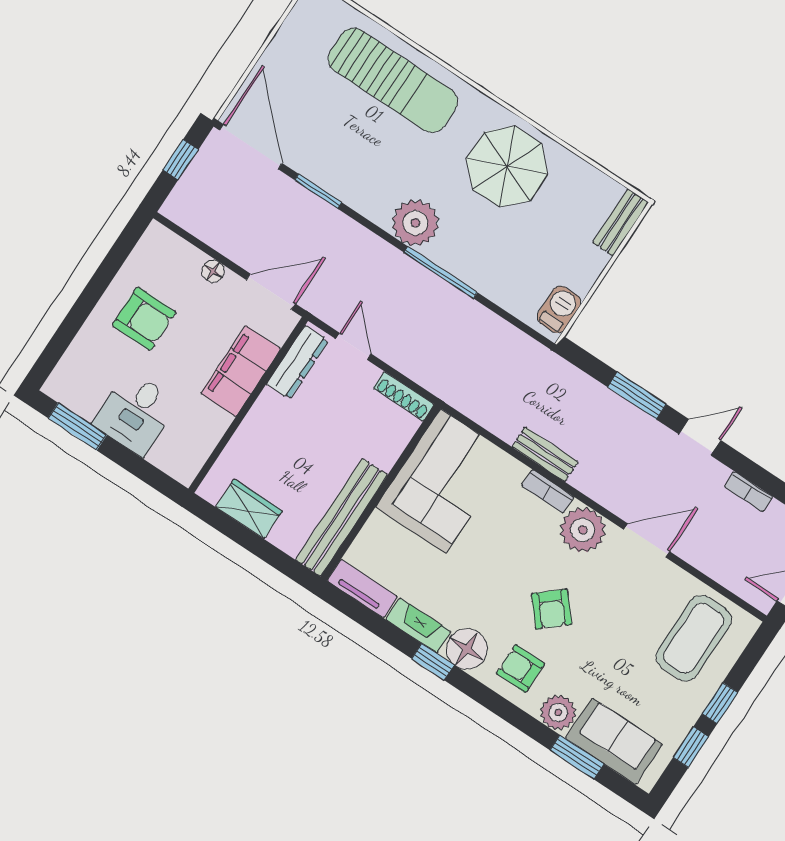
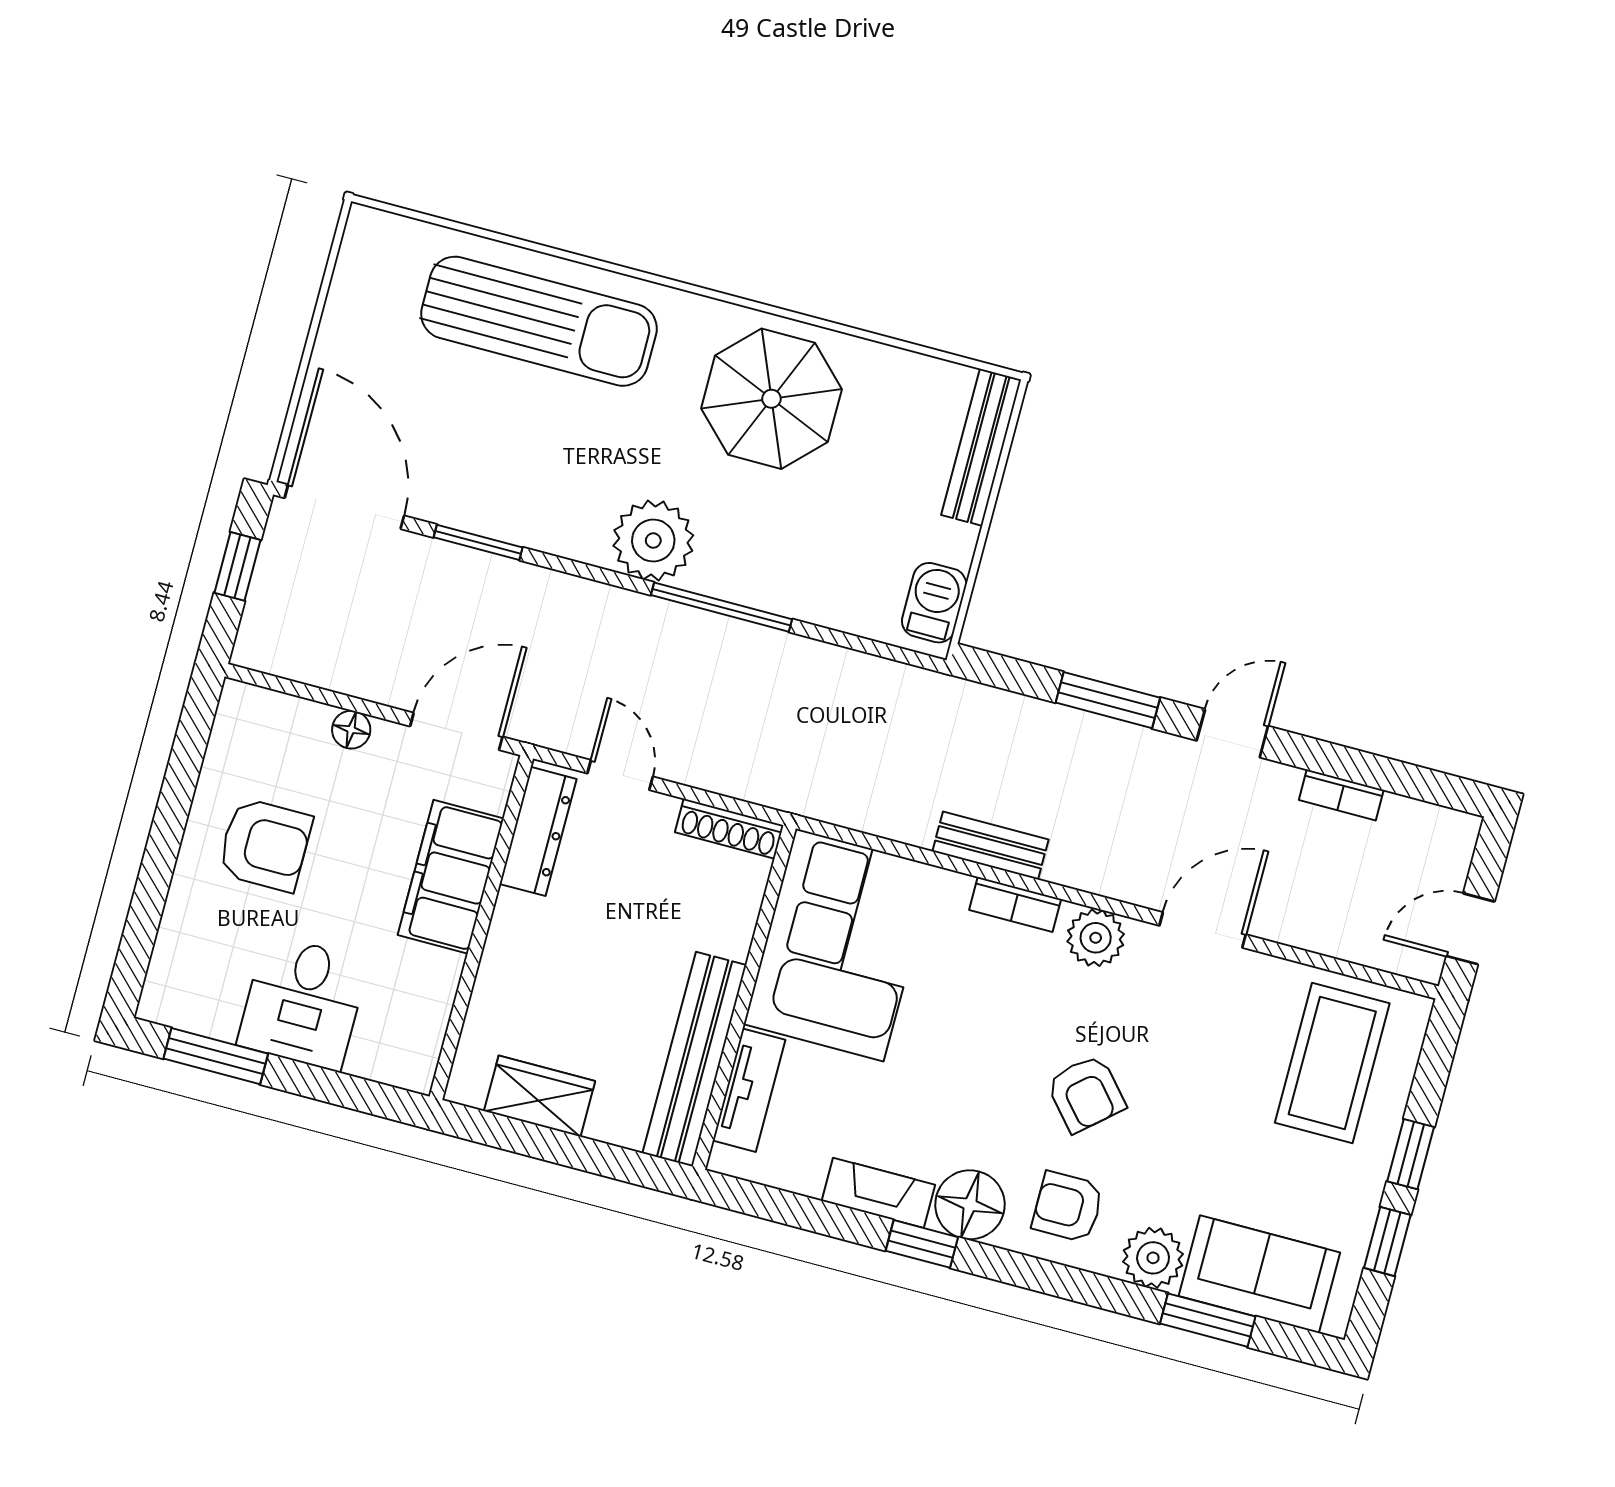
bench: (621, 222) -> (981, 447), width x1.36
plant: (583, 530) -> (1096, 938), width x0.73, depth x0.73
tv unit: (362, 589) -> (749, 1090), moved, turned 90

